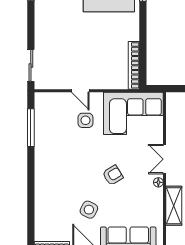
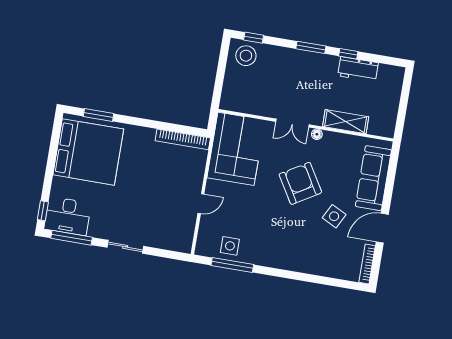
sliding door: (31, 65) -> (125, 247), moved
side table: (85, 120) -> (230, 246), moved
armchair: (113, 175) -> (300, 183), width x1.88, depth x1.88

